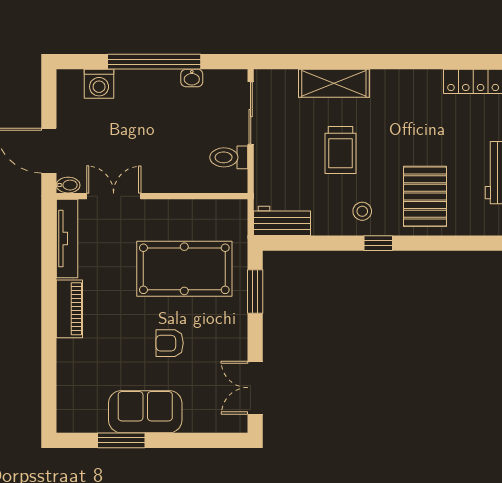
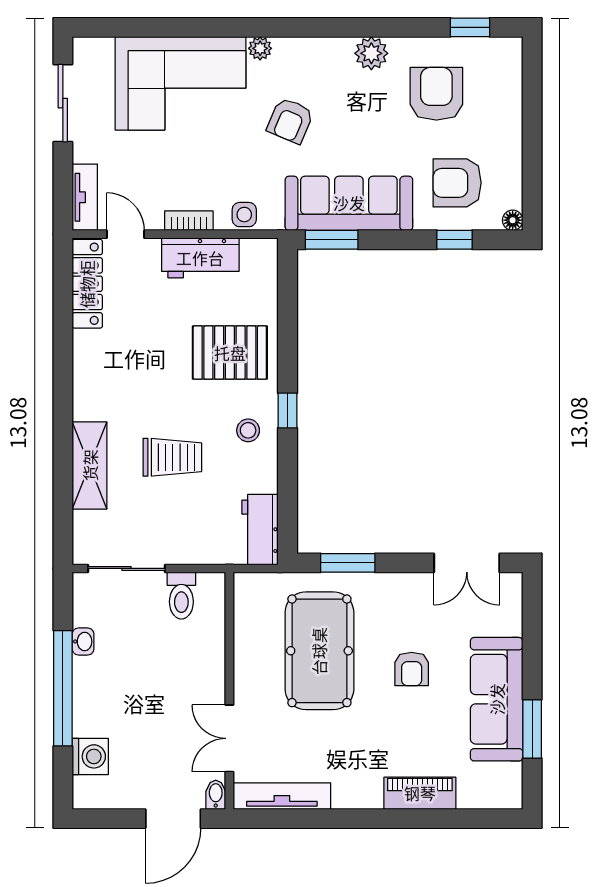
piano: (69, 309) -> (420, 793), moved
sofa: (145, 412) -> (497, 699), width x1.36

